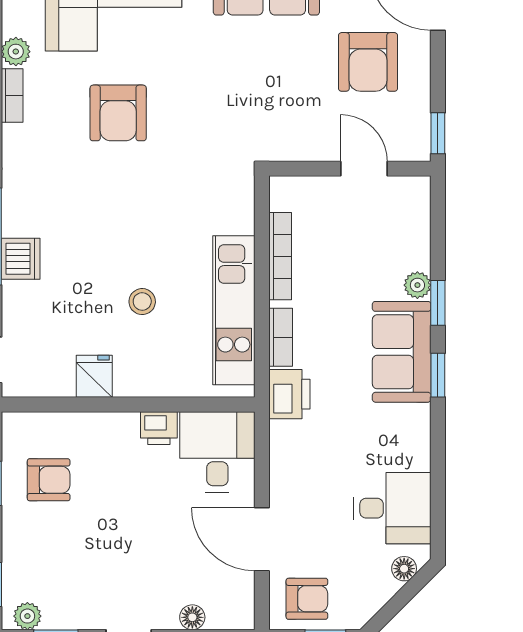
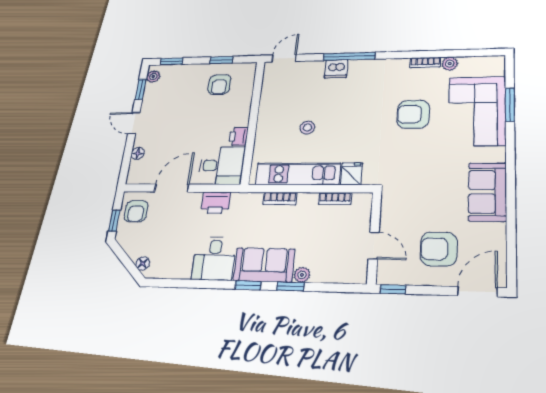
door: (364, 169) -> (374, 246), hinge flipped
bookcase: (280, 256) -> (335, 199), width x0.64
fridge: (94, 376) -> (352, 174), moved, turned -90
printer: (289, 394) -> (216, 203), moved
desk: (392, 508) -> (214, 258), moved

